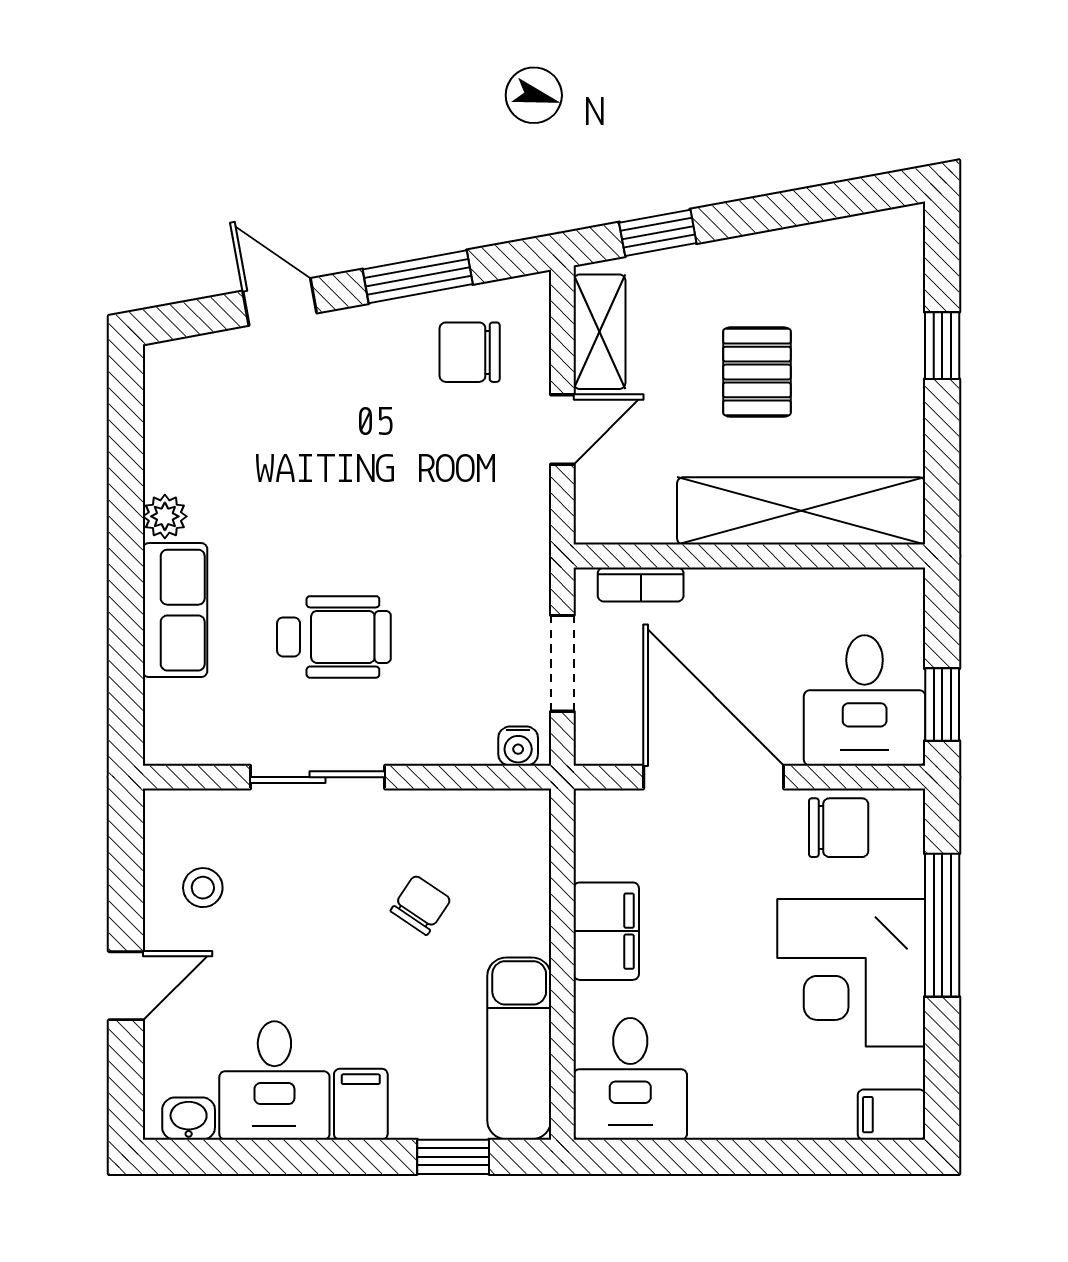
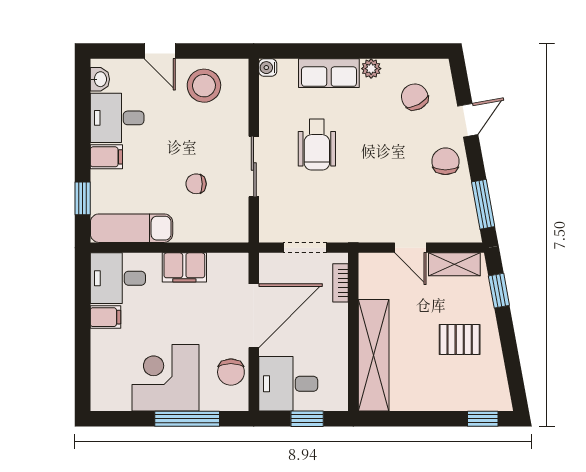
window: (418, 277) -> (483, 204), moved
window: (942, 346) -> (483, 419), moved
chair: (470, 352) -> (445, 161), moved
pallet: (757, 372) -> (460, 339), moved
chair: (228, 420) -> (415, 97), added
window: (942, 705) -> (307, 419), moved
water cooler: (518, 746) -> (268, 68), moved
sliding door: (318, 777) -> (254, 166), moved
stool: (203, 888) -> (204, 86), width x1.89, depth x1.89
chair: (421, 905) -> (196, 184), turned 146
filing cabinet: (891, 1115) -> (105, 317), moved, turned 90

